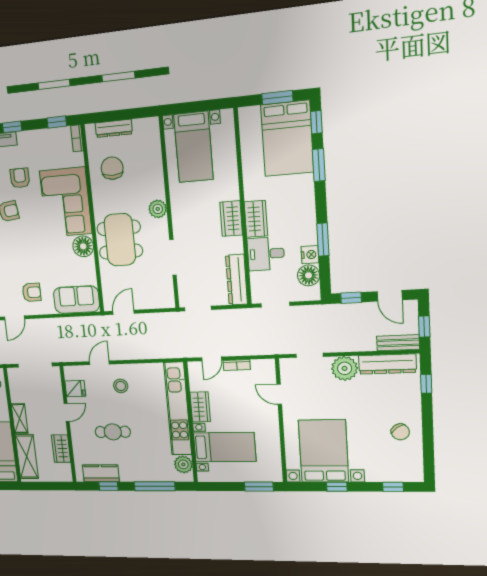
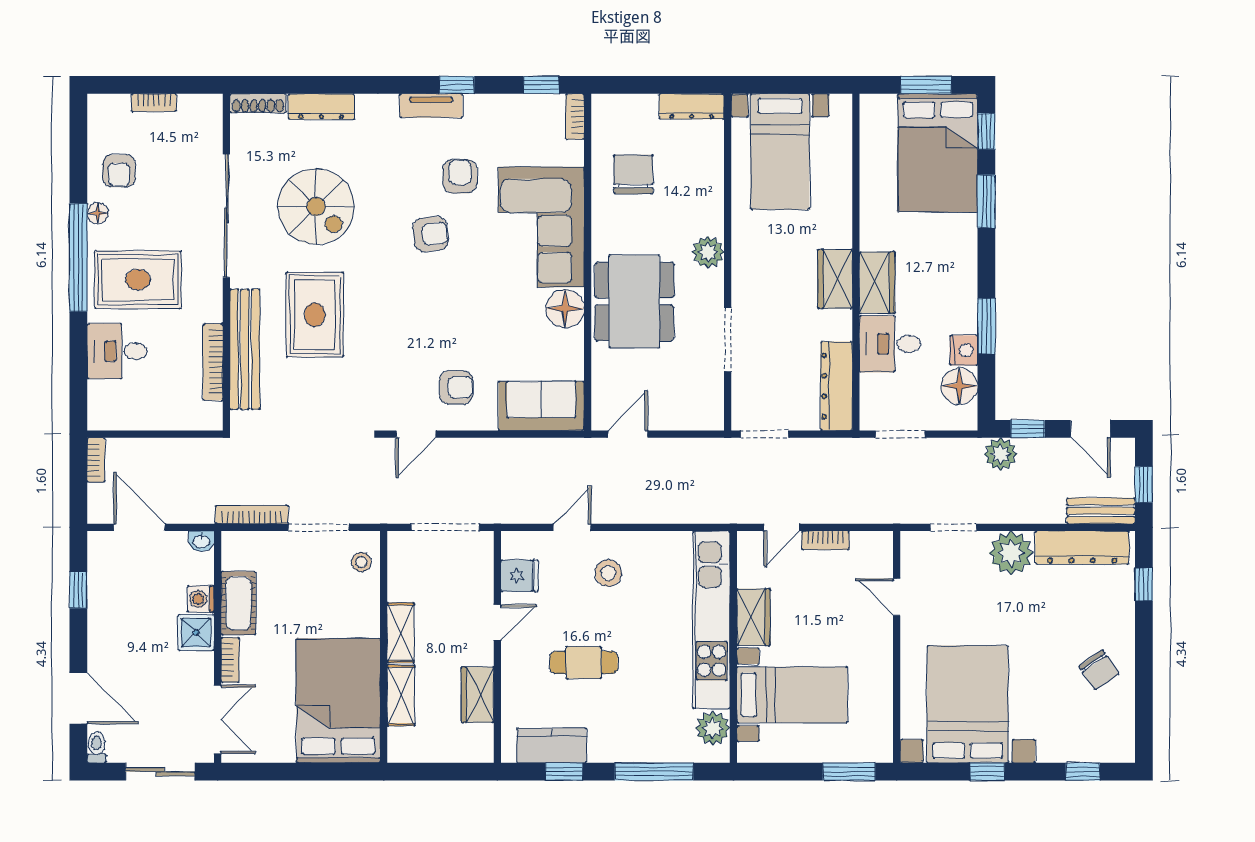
dresser: (114, 128) -> (692, 106), moved
plant: (335, 313) -> (1001, 454), added
shelving: (27, 457) -> (401, 695), width x0.67, depth x0.75

